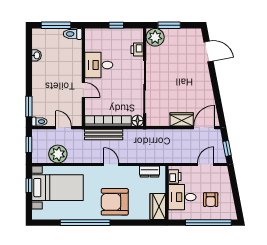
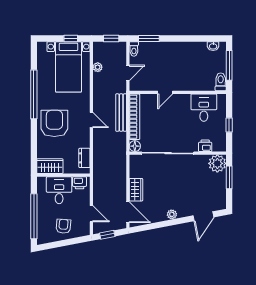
washbasin: (37, 55) -> (213, 46), moved
desk: (99, 65) -> (204, 108), moved
plant: (206, 83) -> (172, 214), added
plant: (58, 154) -> (98, 67), width x0.53, depth x0.53
door: (111, 164) -> (91, 120), hinge flipped
armchair: (211, 200) -> (63, 226), moved, turned 95

